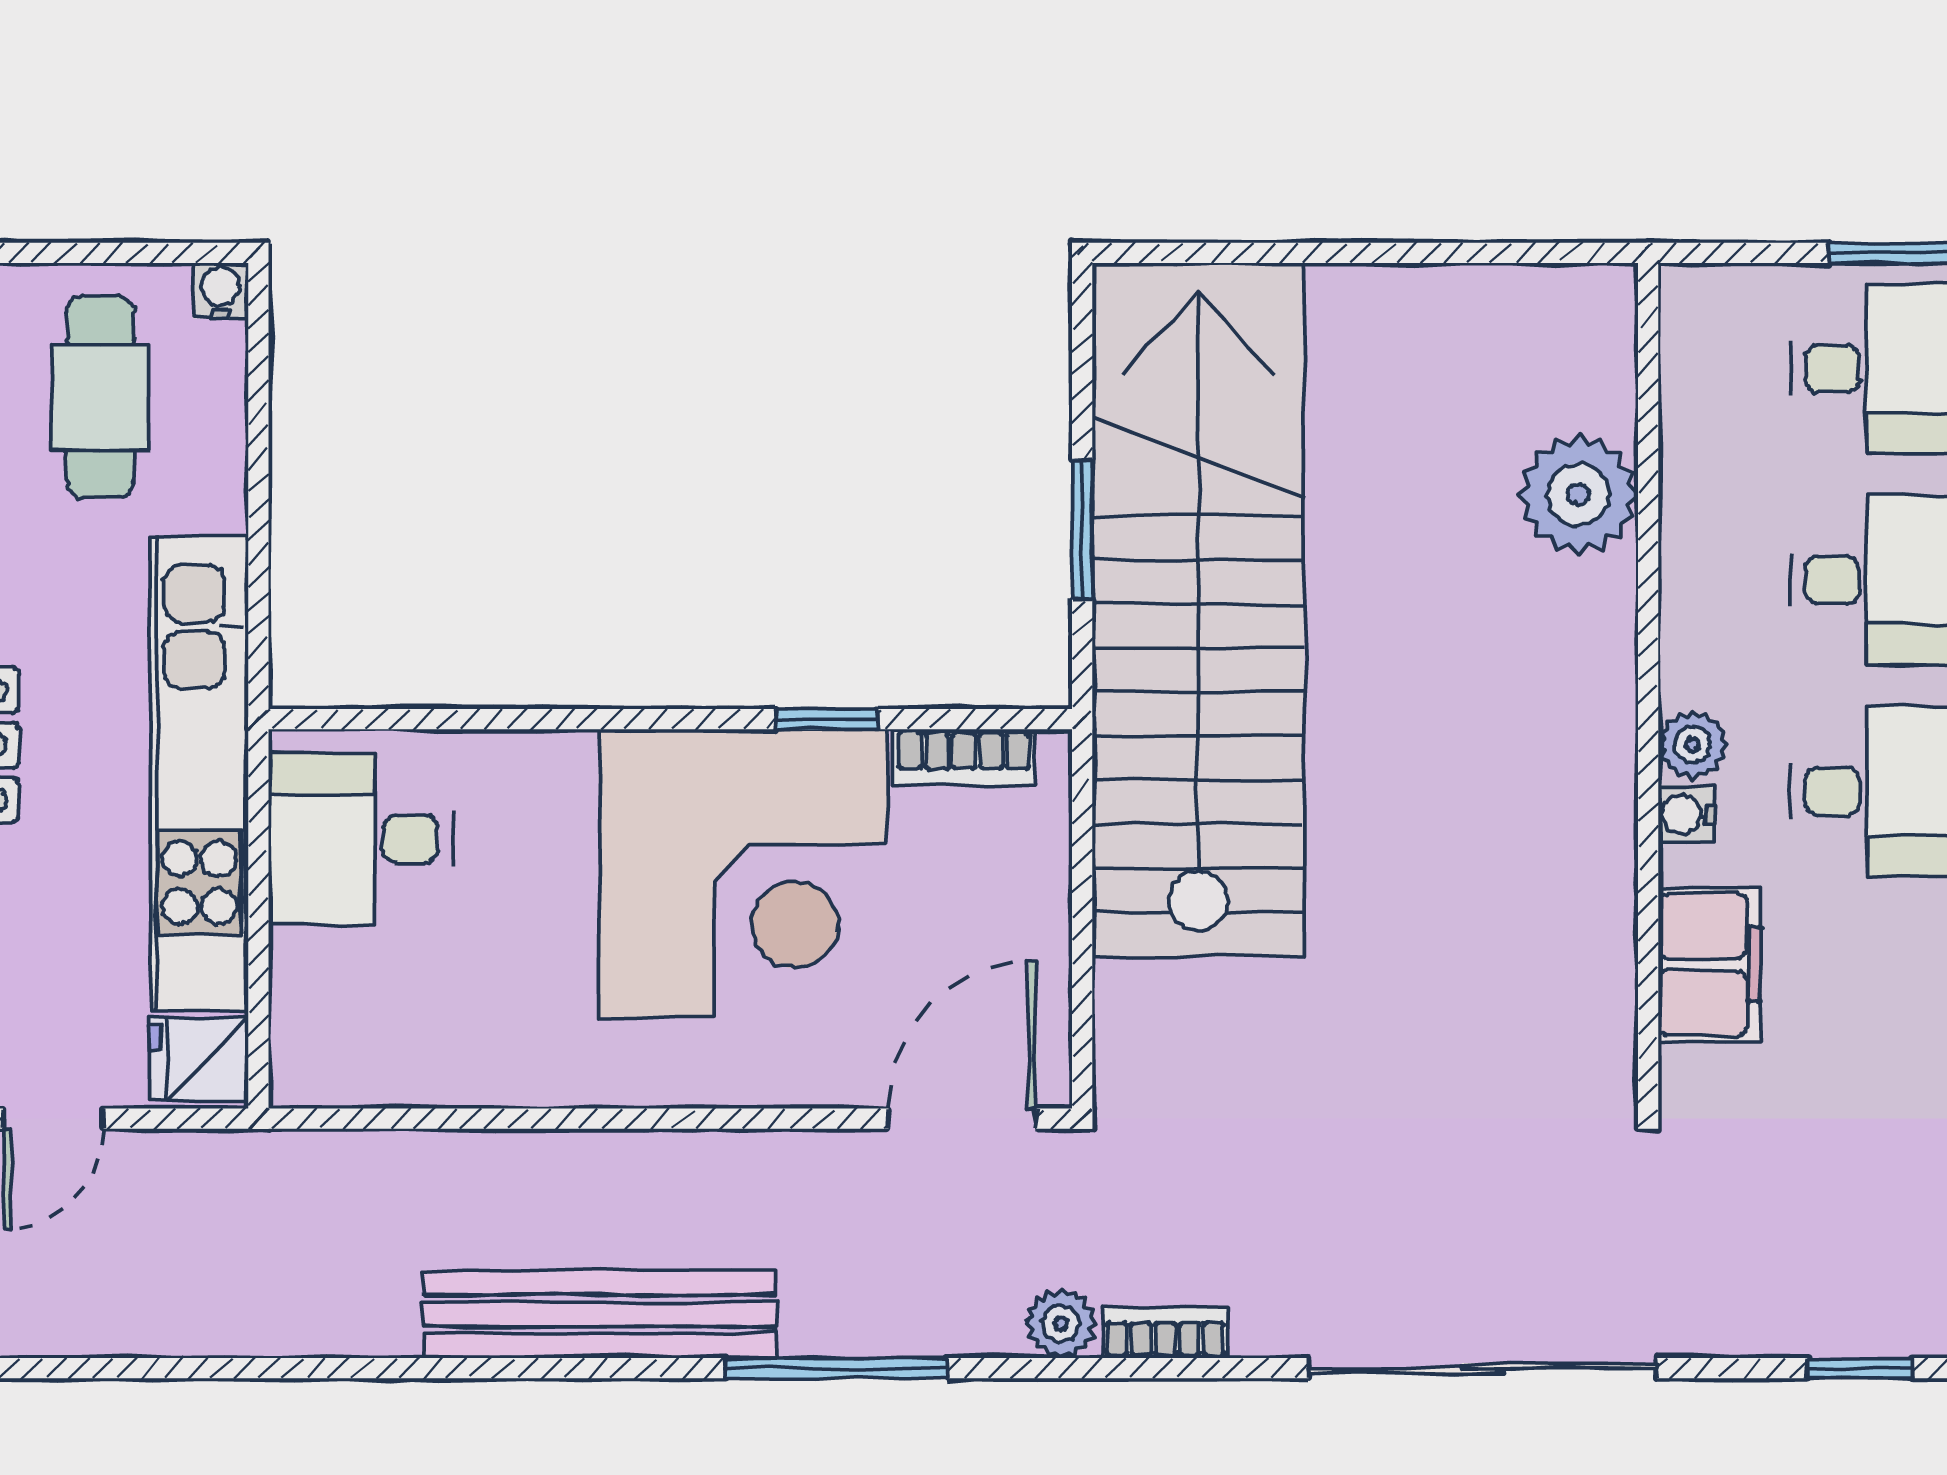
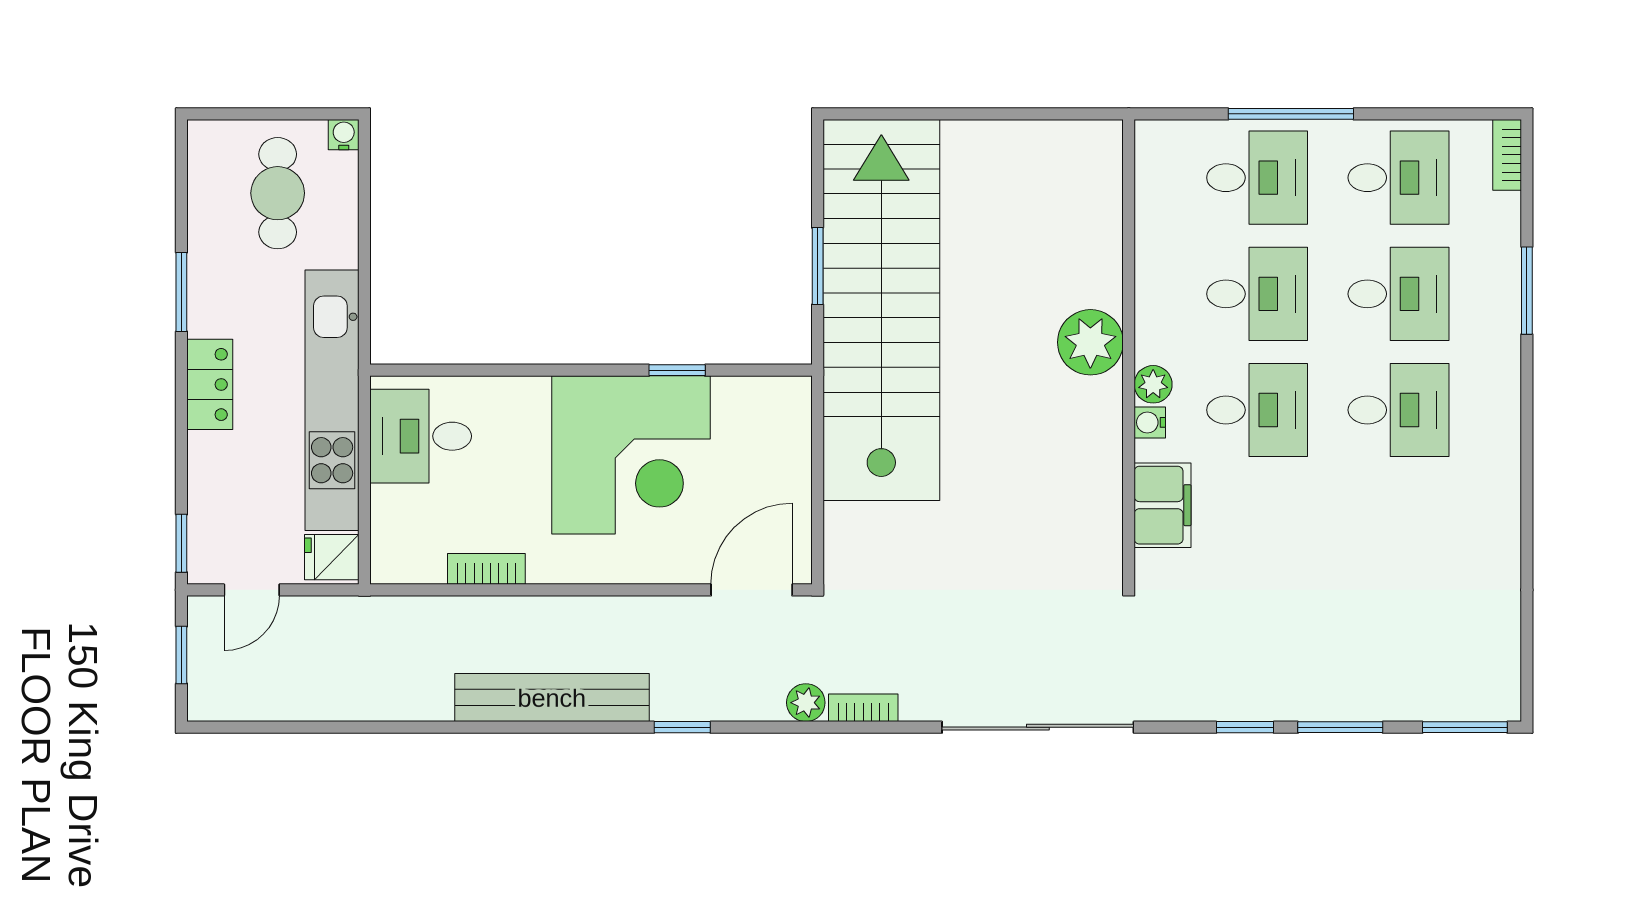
plant: (1578, 495) -> (1090, 342), moved
bookcase: (964, 757) -> (486, 569), moved, turned 180
window: (836, 1368) -> (682, 727), width x0.46

